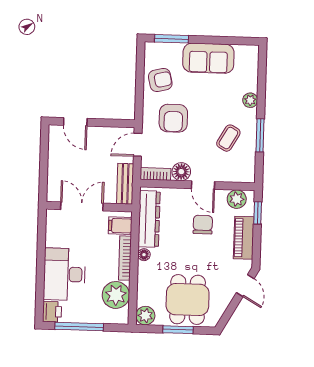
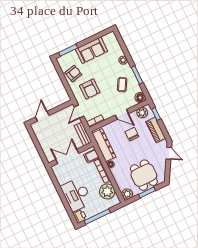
door: (75, 122) -> (42, 116), swing flipped
floor lamp: (181, 172) -> (140, 98), moved

